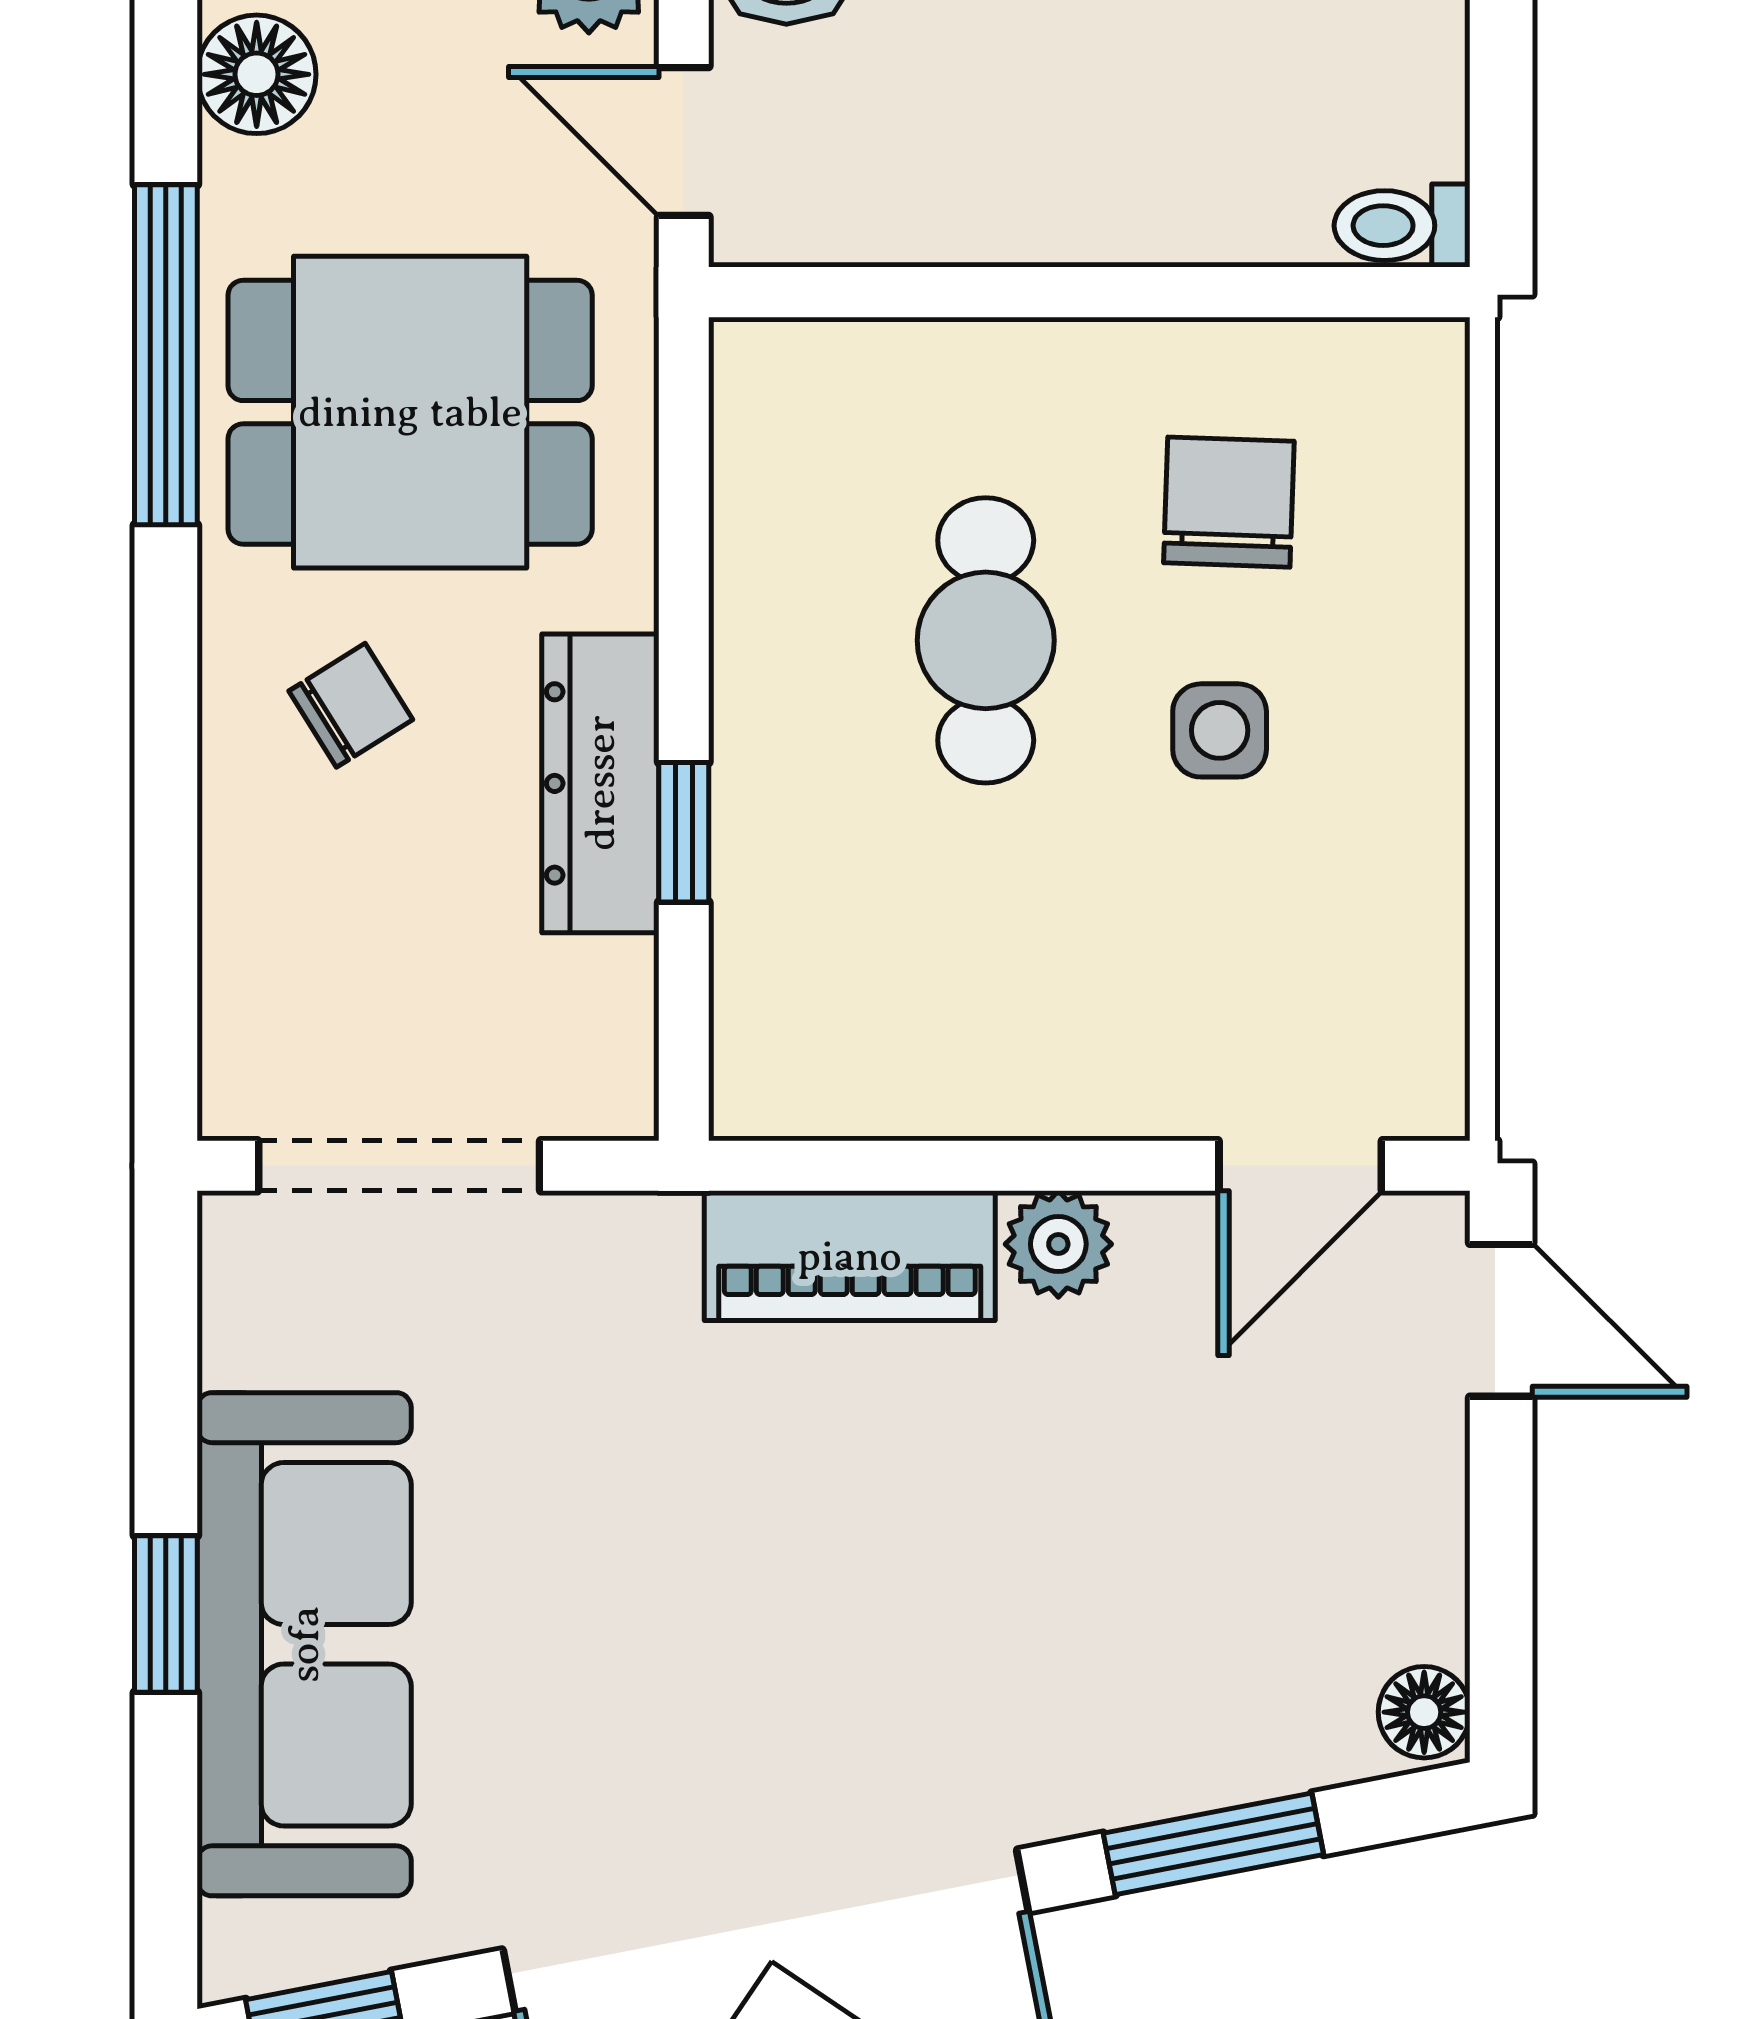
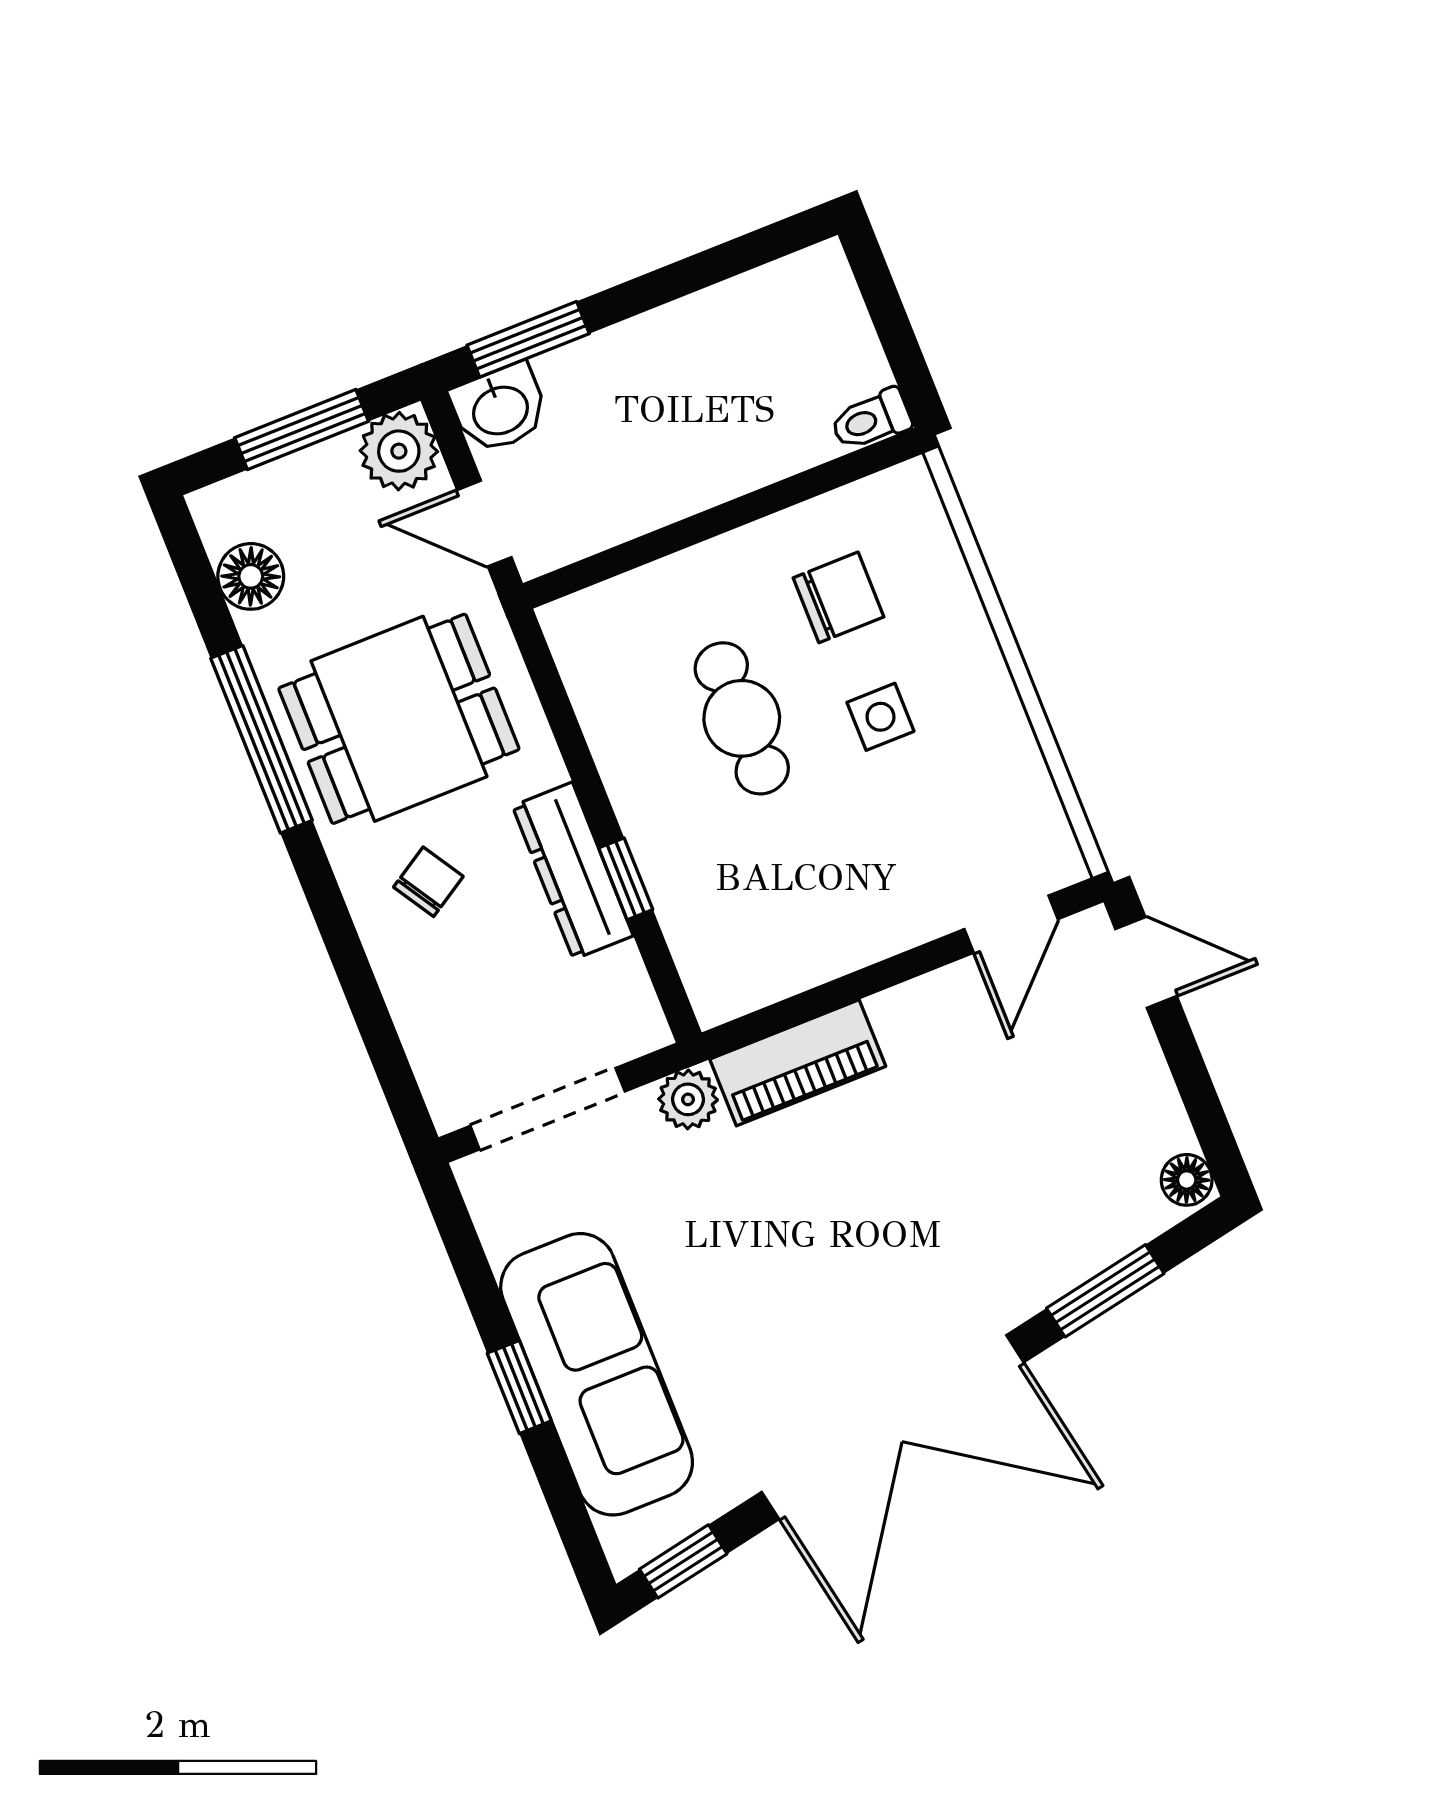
chair: (1229, 502) -> (839, 597), turned 88
plant: (1058, 1244) -> (688, 1099), moved

